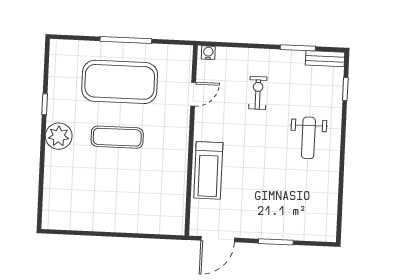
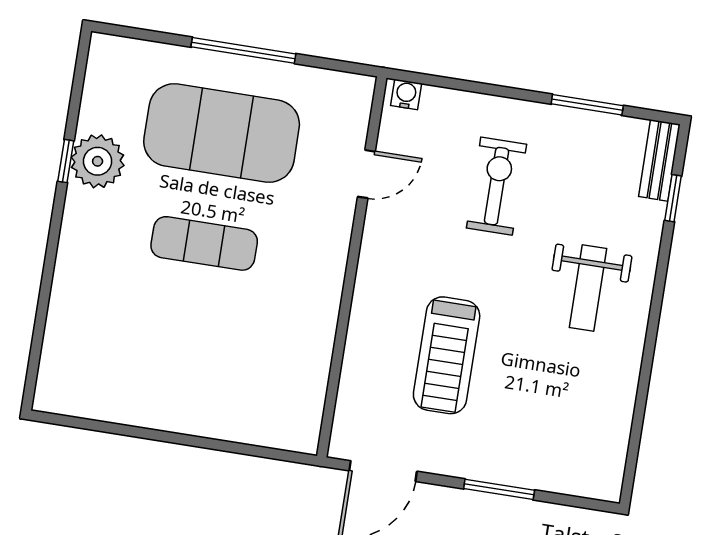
bench: (325, 59) -> (659, 160), moved, turned 90
exercise bike: (258, 93) -> (497, 186), width x1.38, depth x1.39
plant: (59, 136) -> (98, 161), moved
treadmill: (208, 170) -> (447, 355), moved

